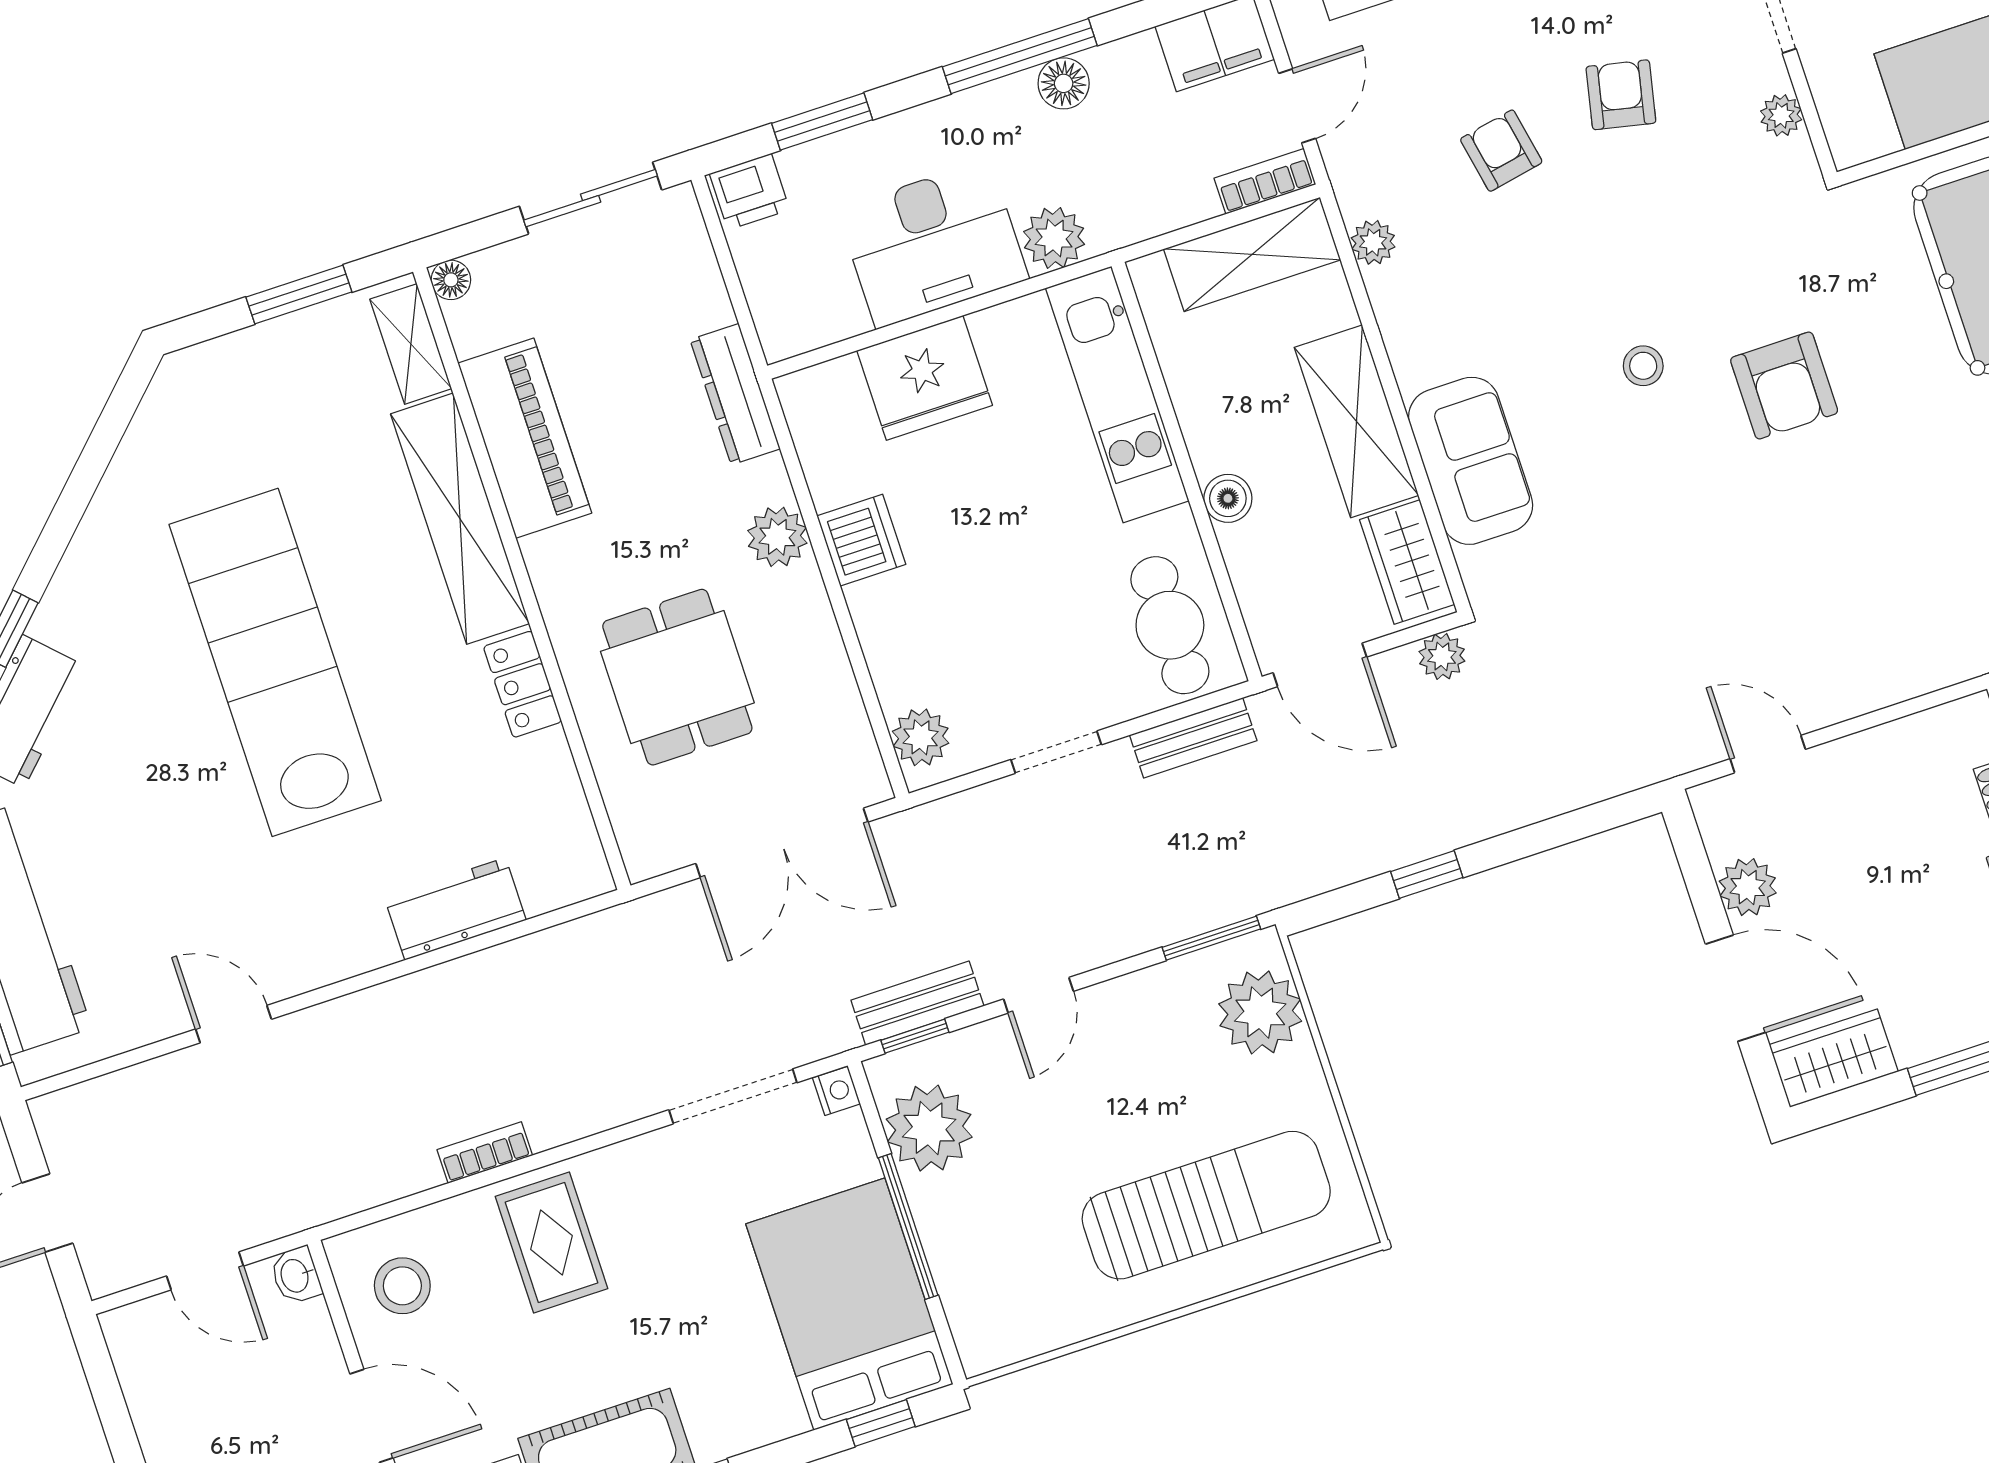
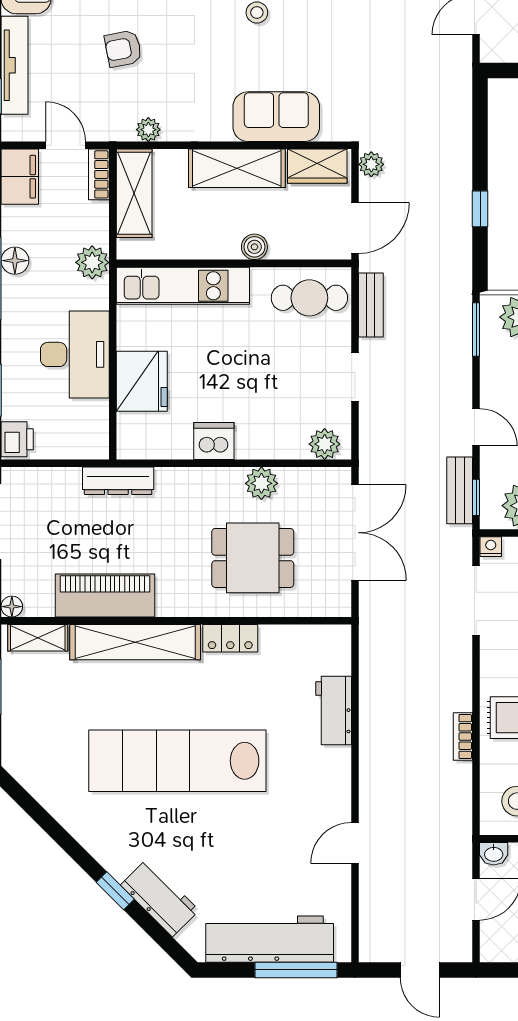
plant: (1054, 238) -> (92, 262), moved
plant: (777, 537) -> (261, 483), moved

